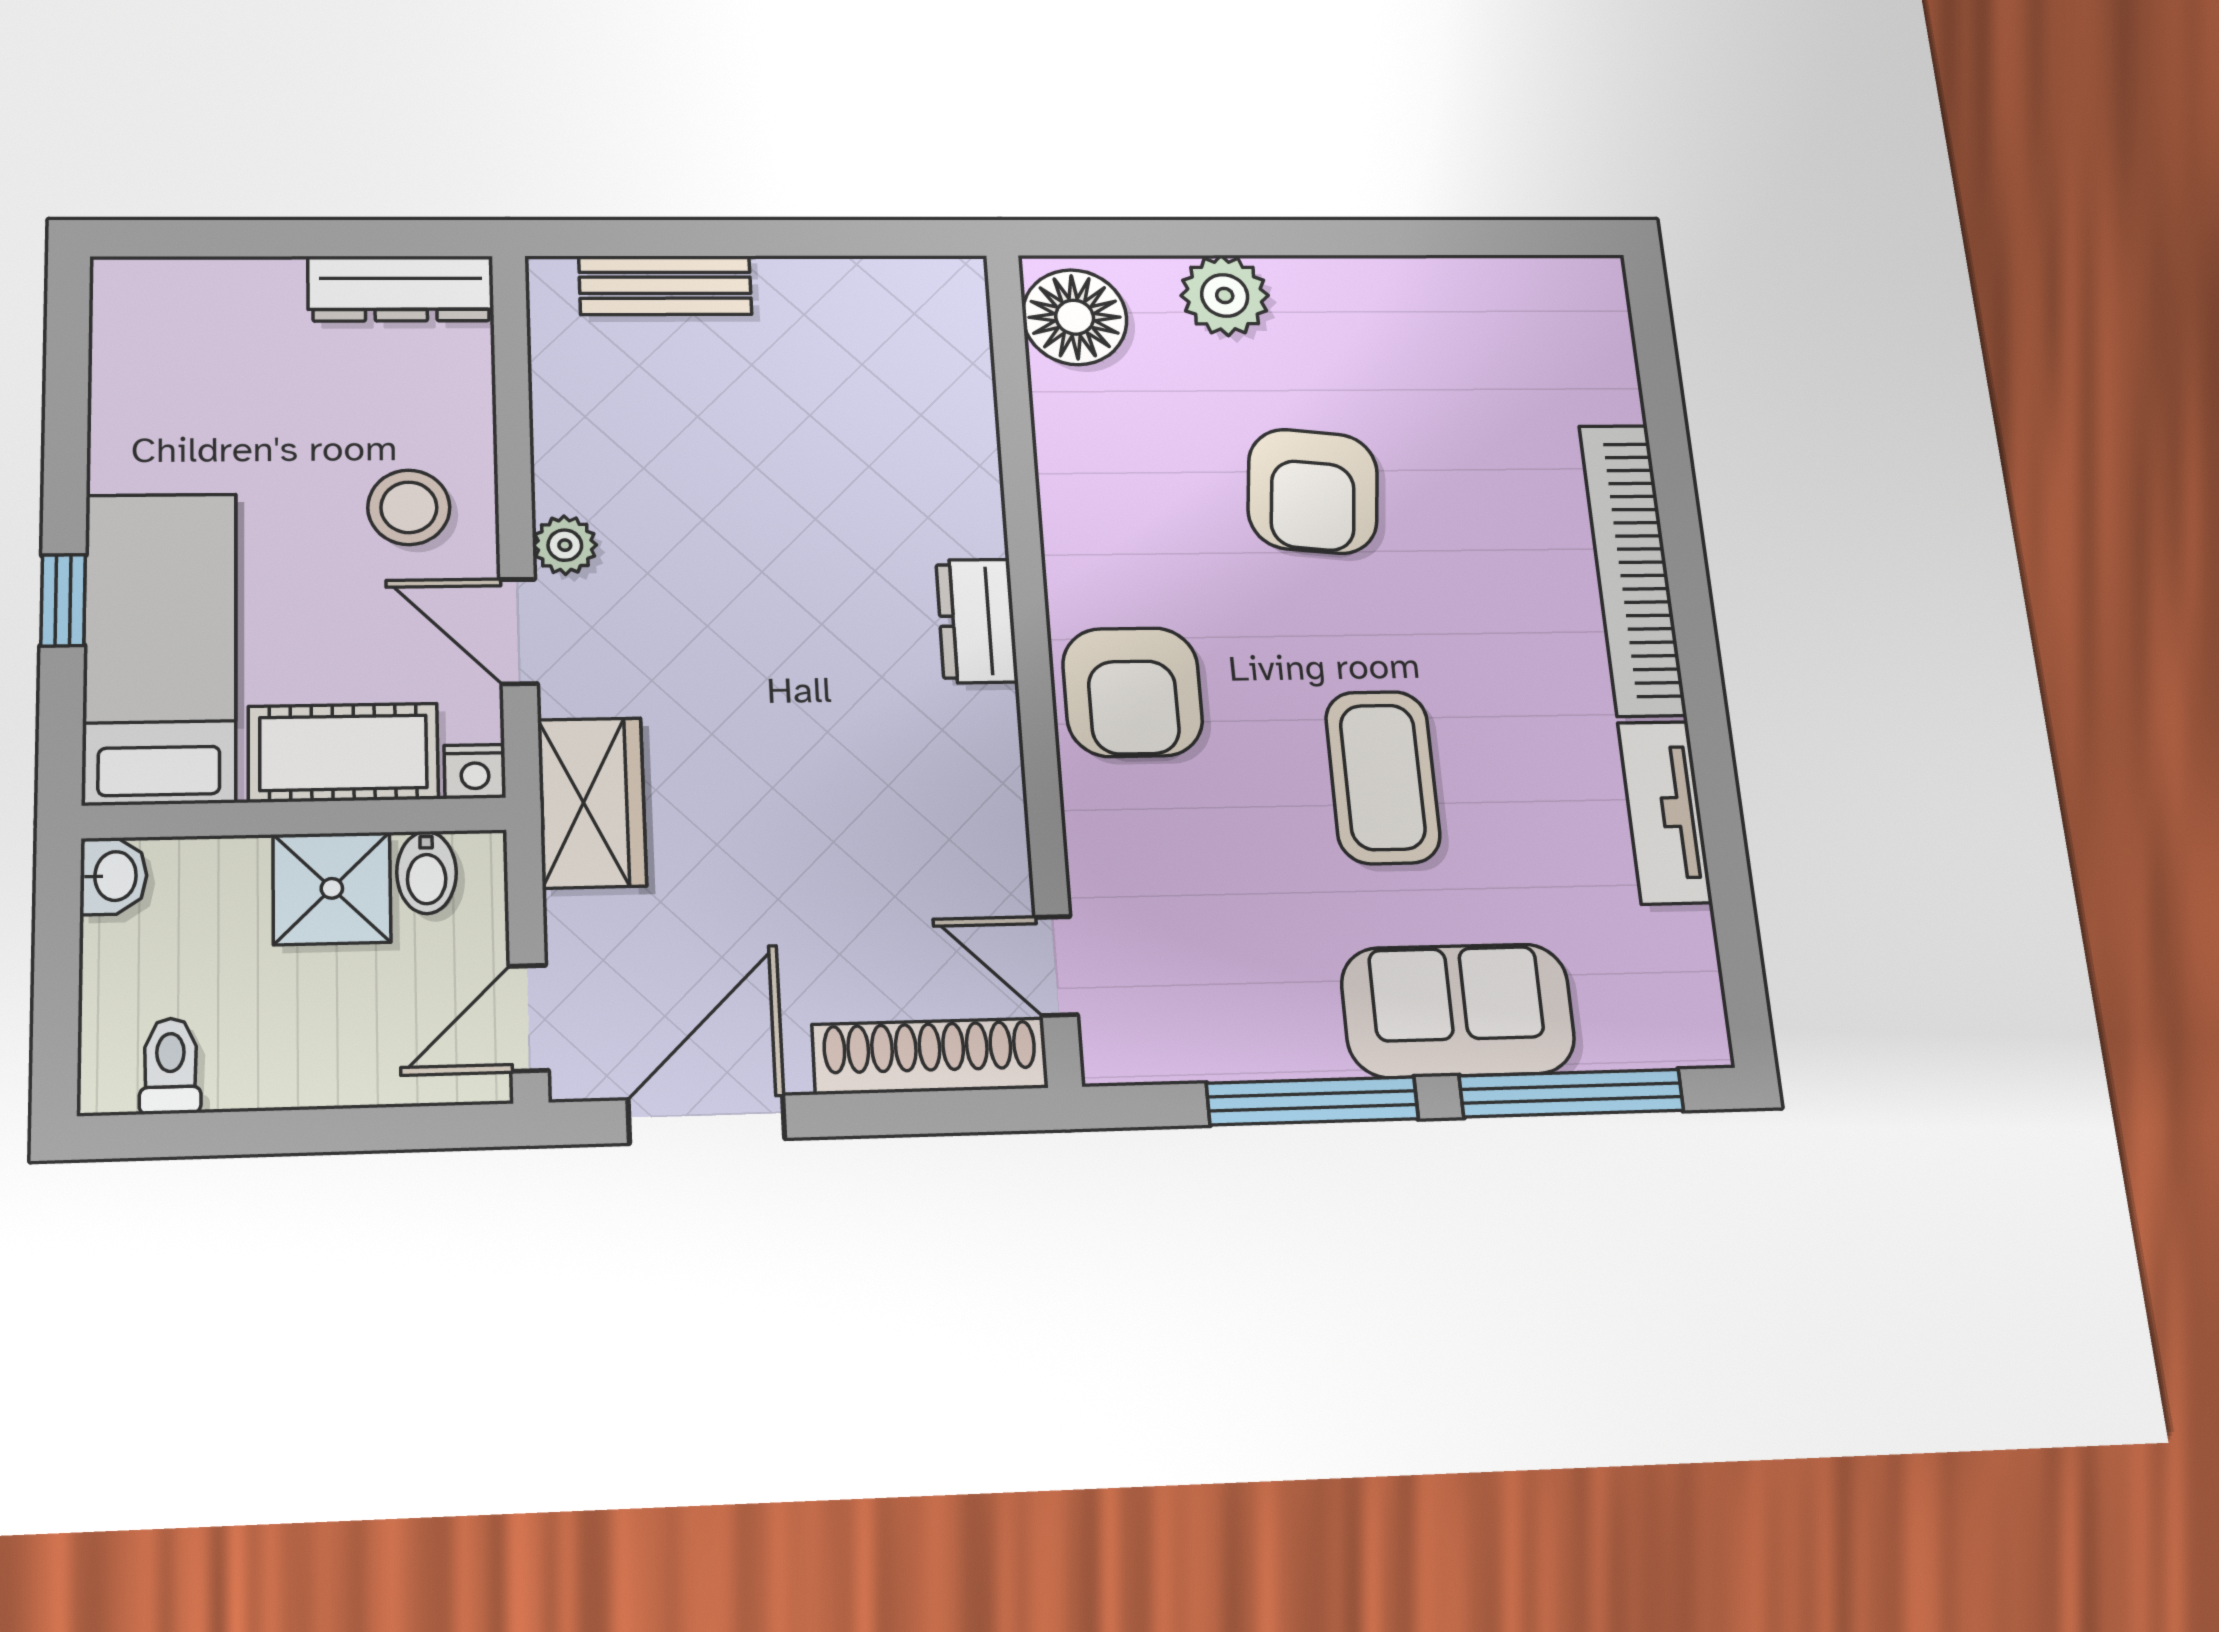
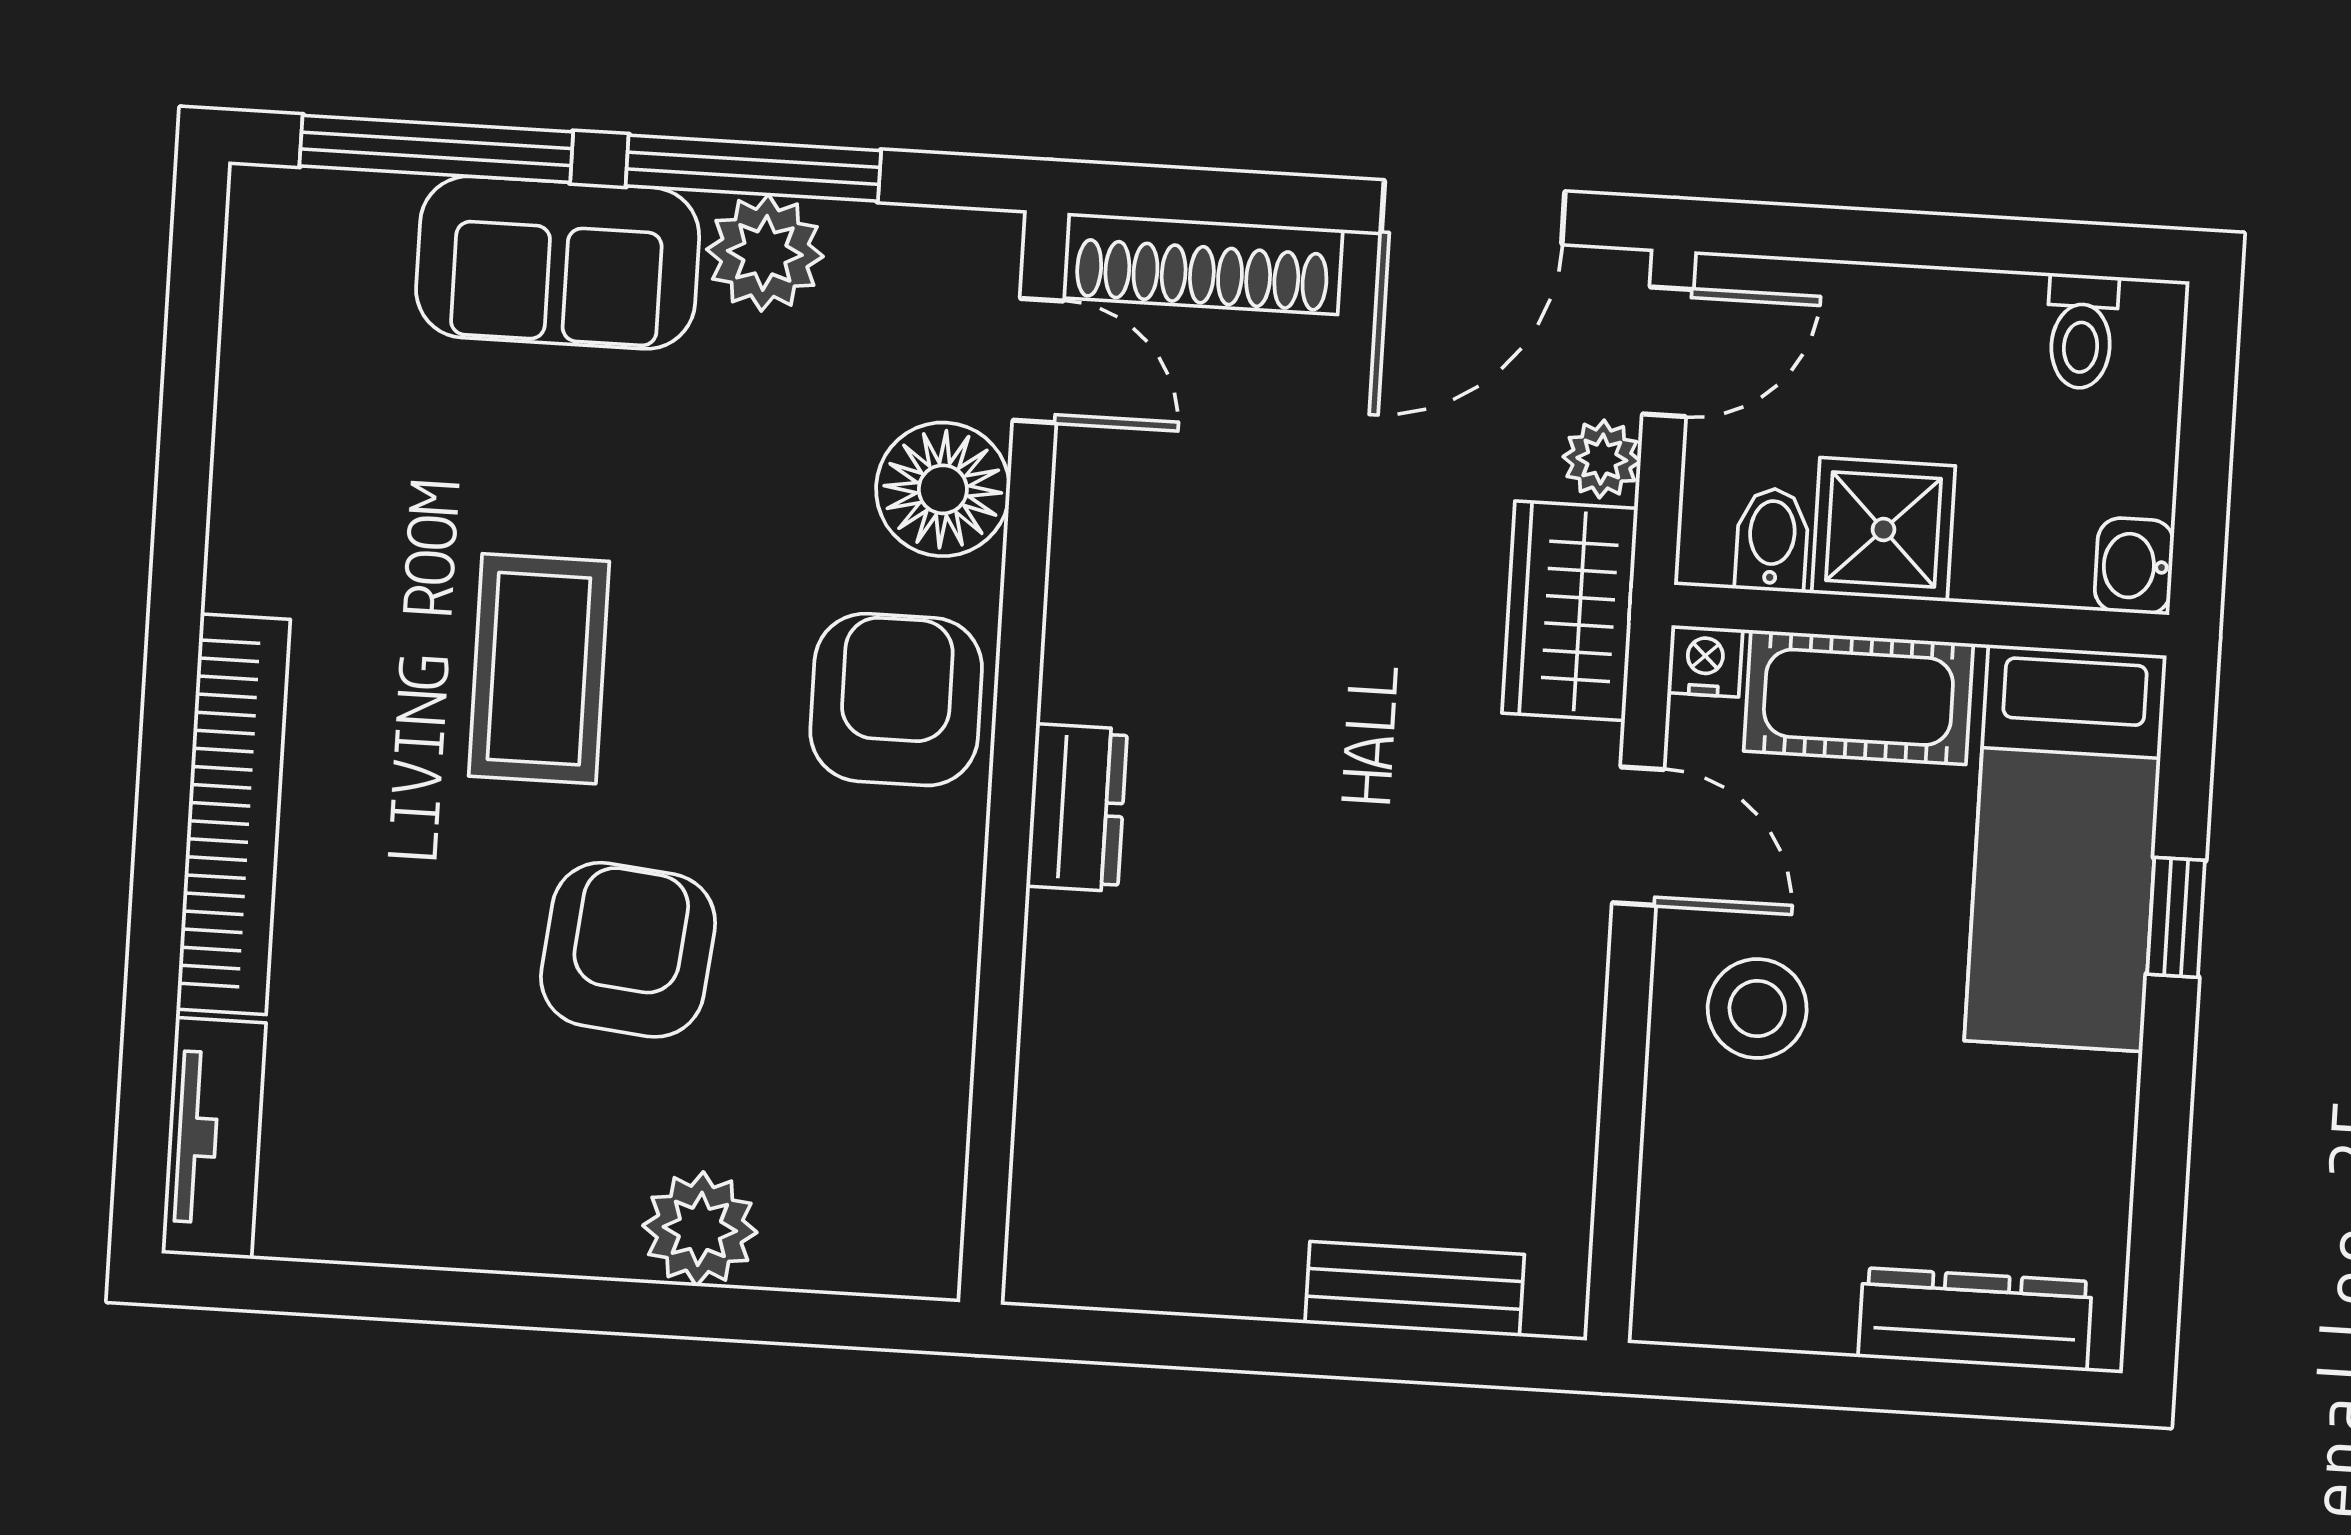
dresser: (401, 289) -> (1975, 1319), moved
floor lamp: (1075, 317) -> (943, 489), moved
plant: (565, 545) -> (1602, 459), moved
coffee table: (1383, 777) -> (539, 669), moved
tv unit: (1665, 812) -> (214, 1138), moved
plant: (1292, 1033) -> (765, 253), added

